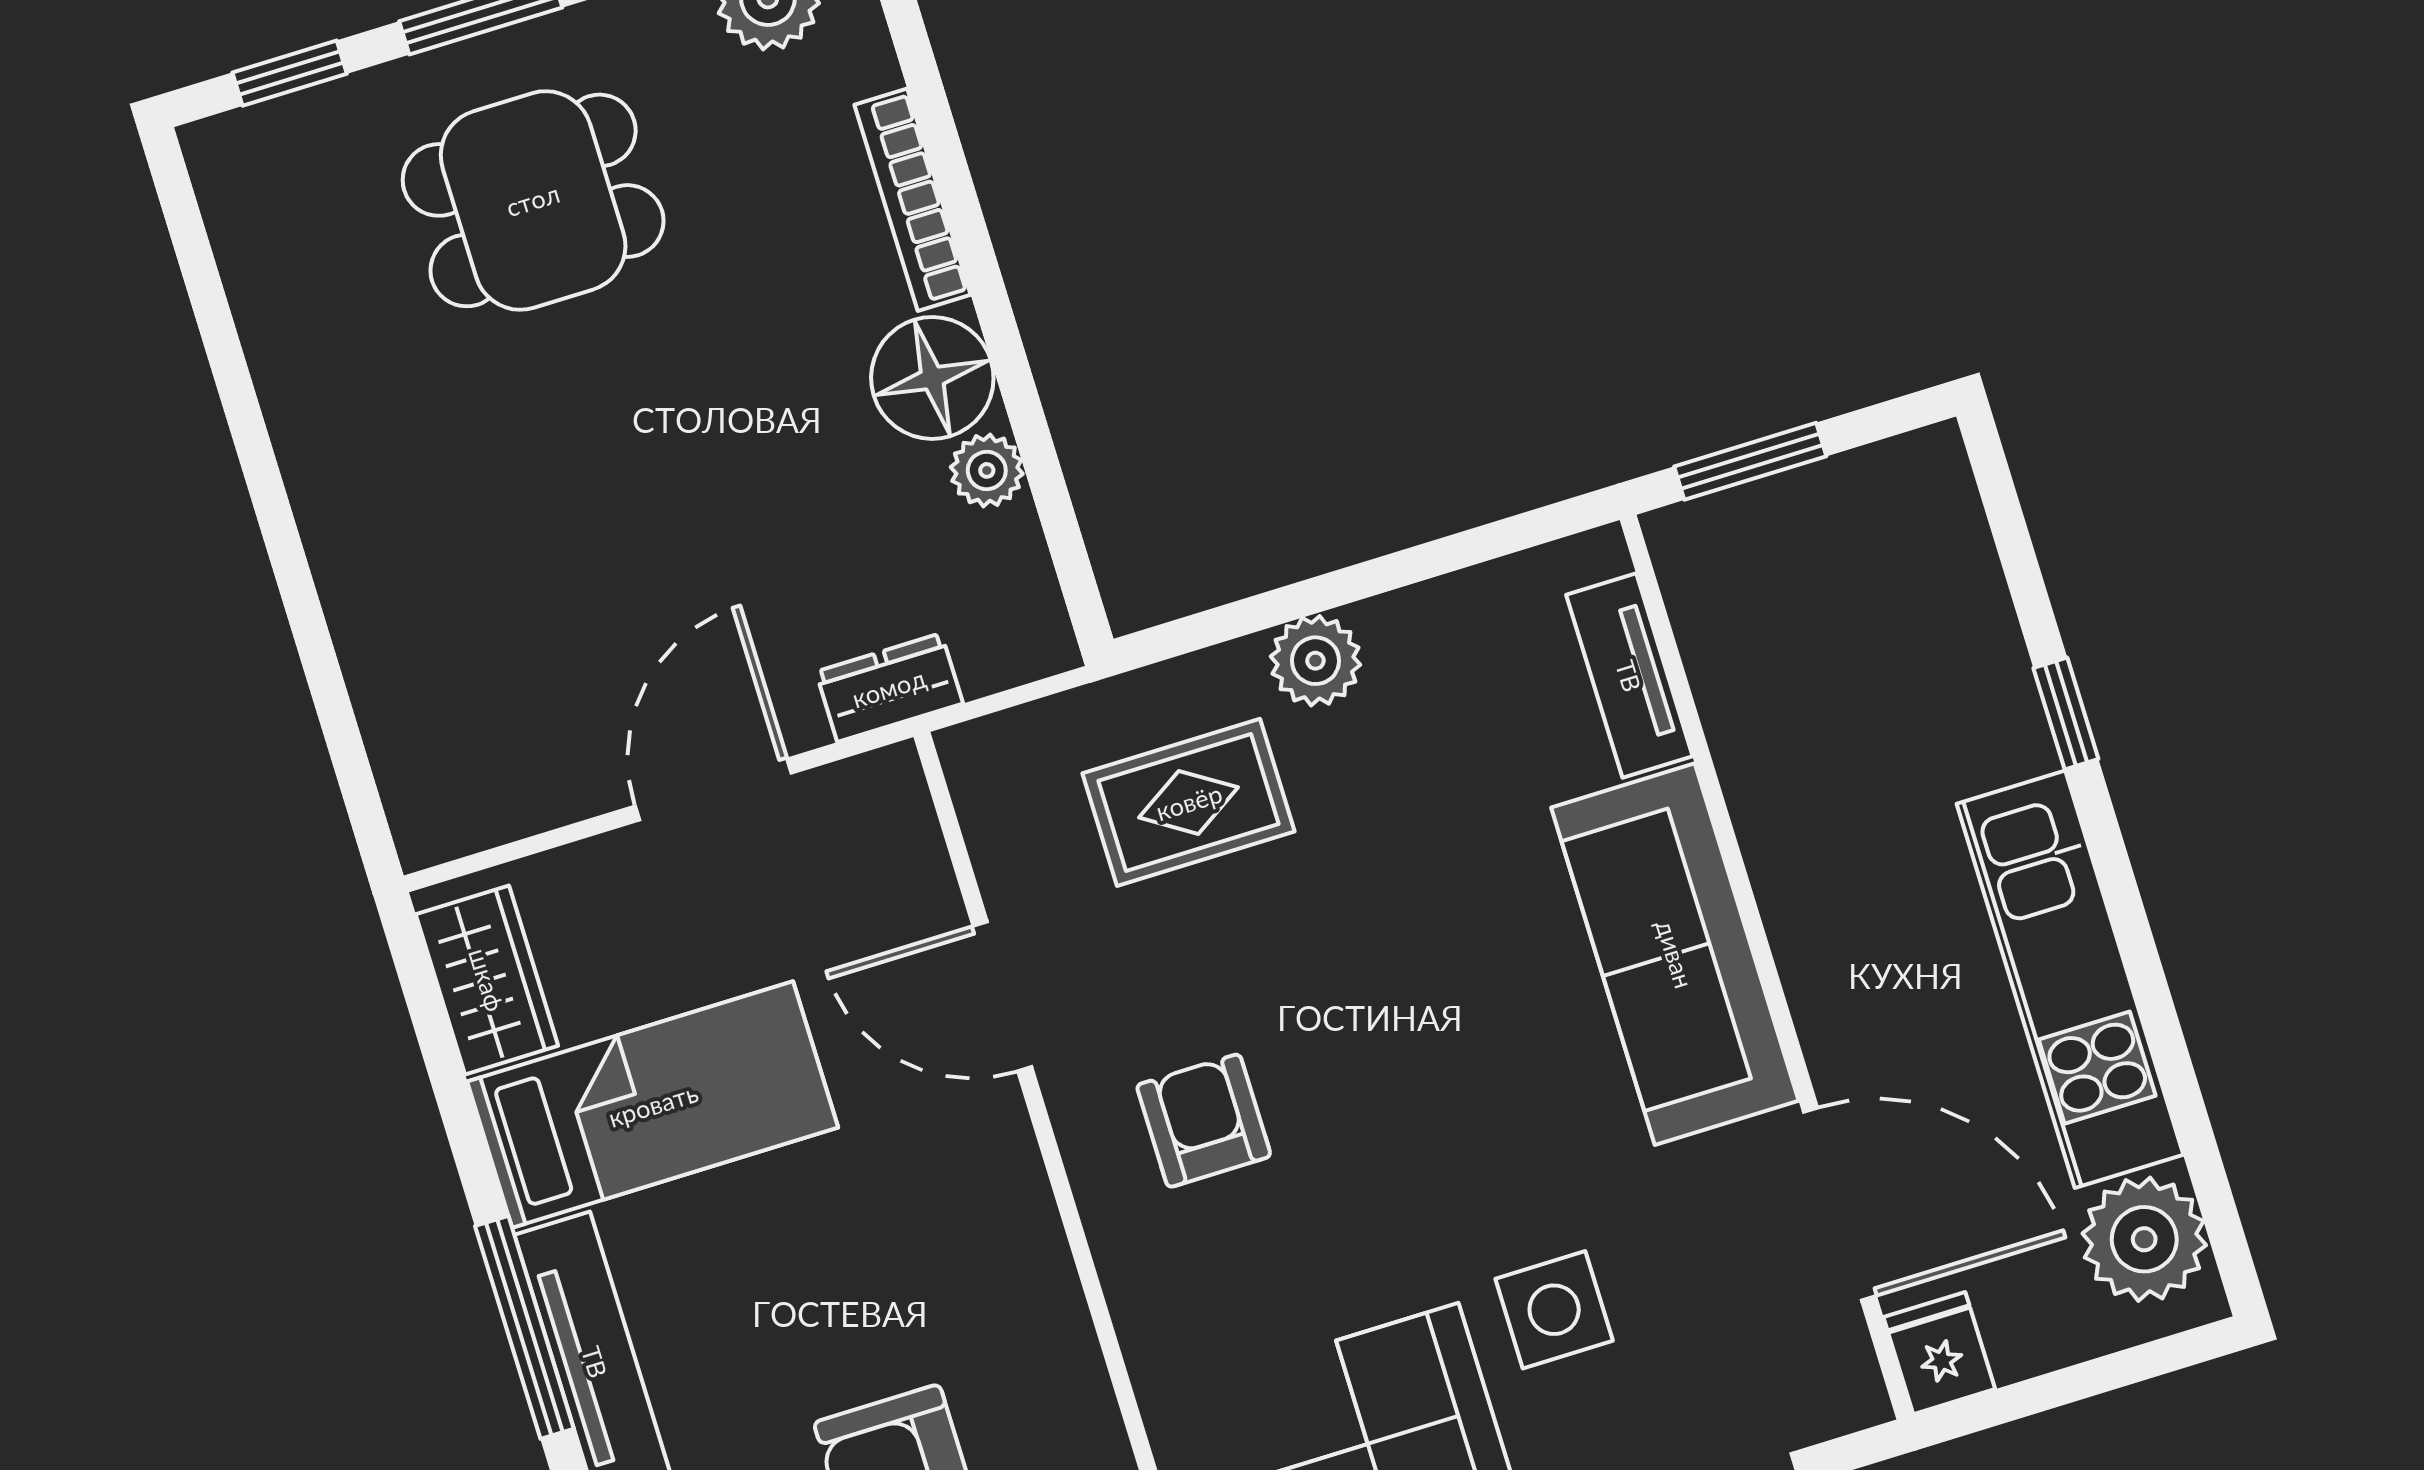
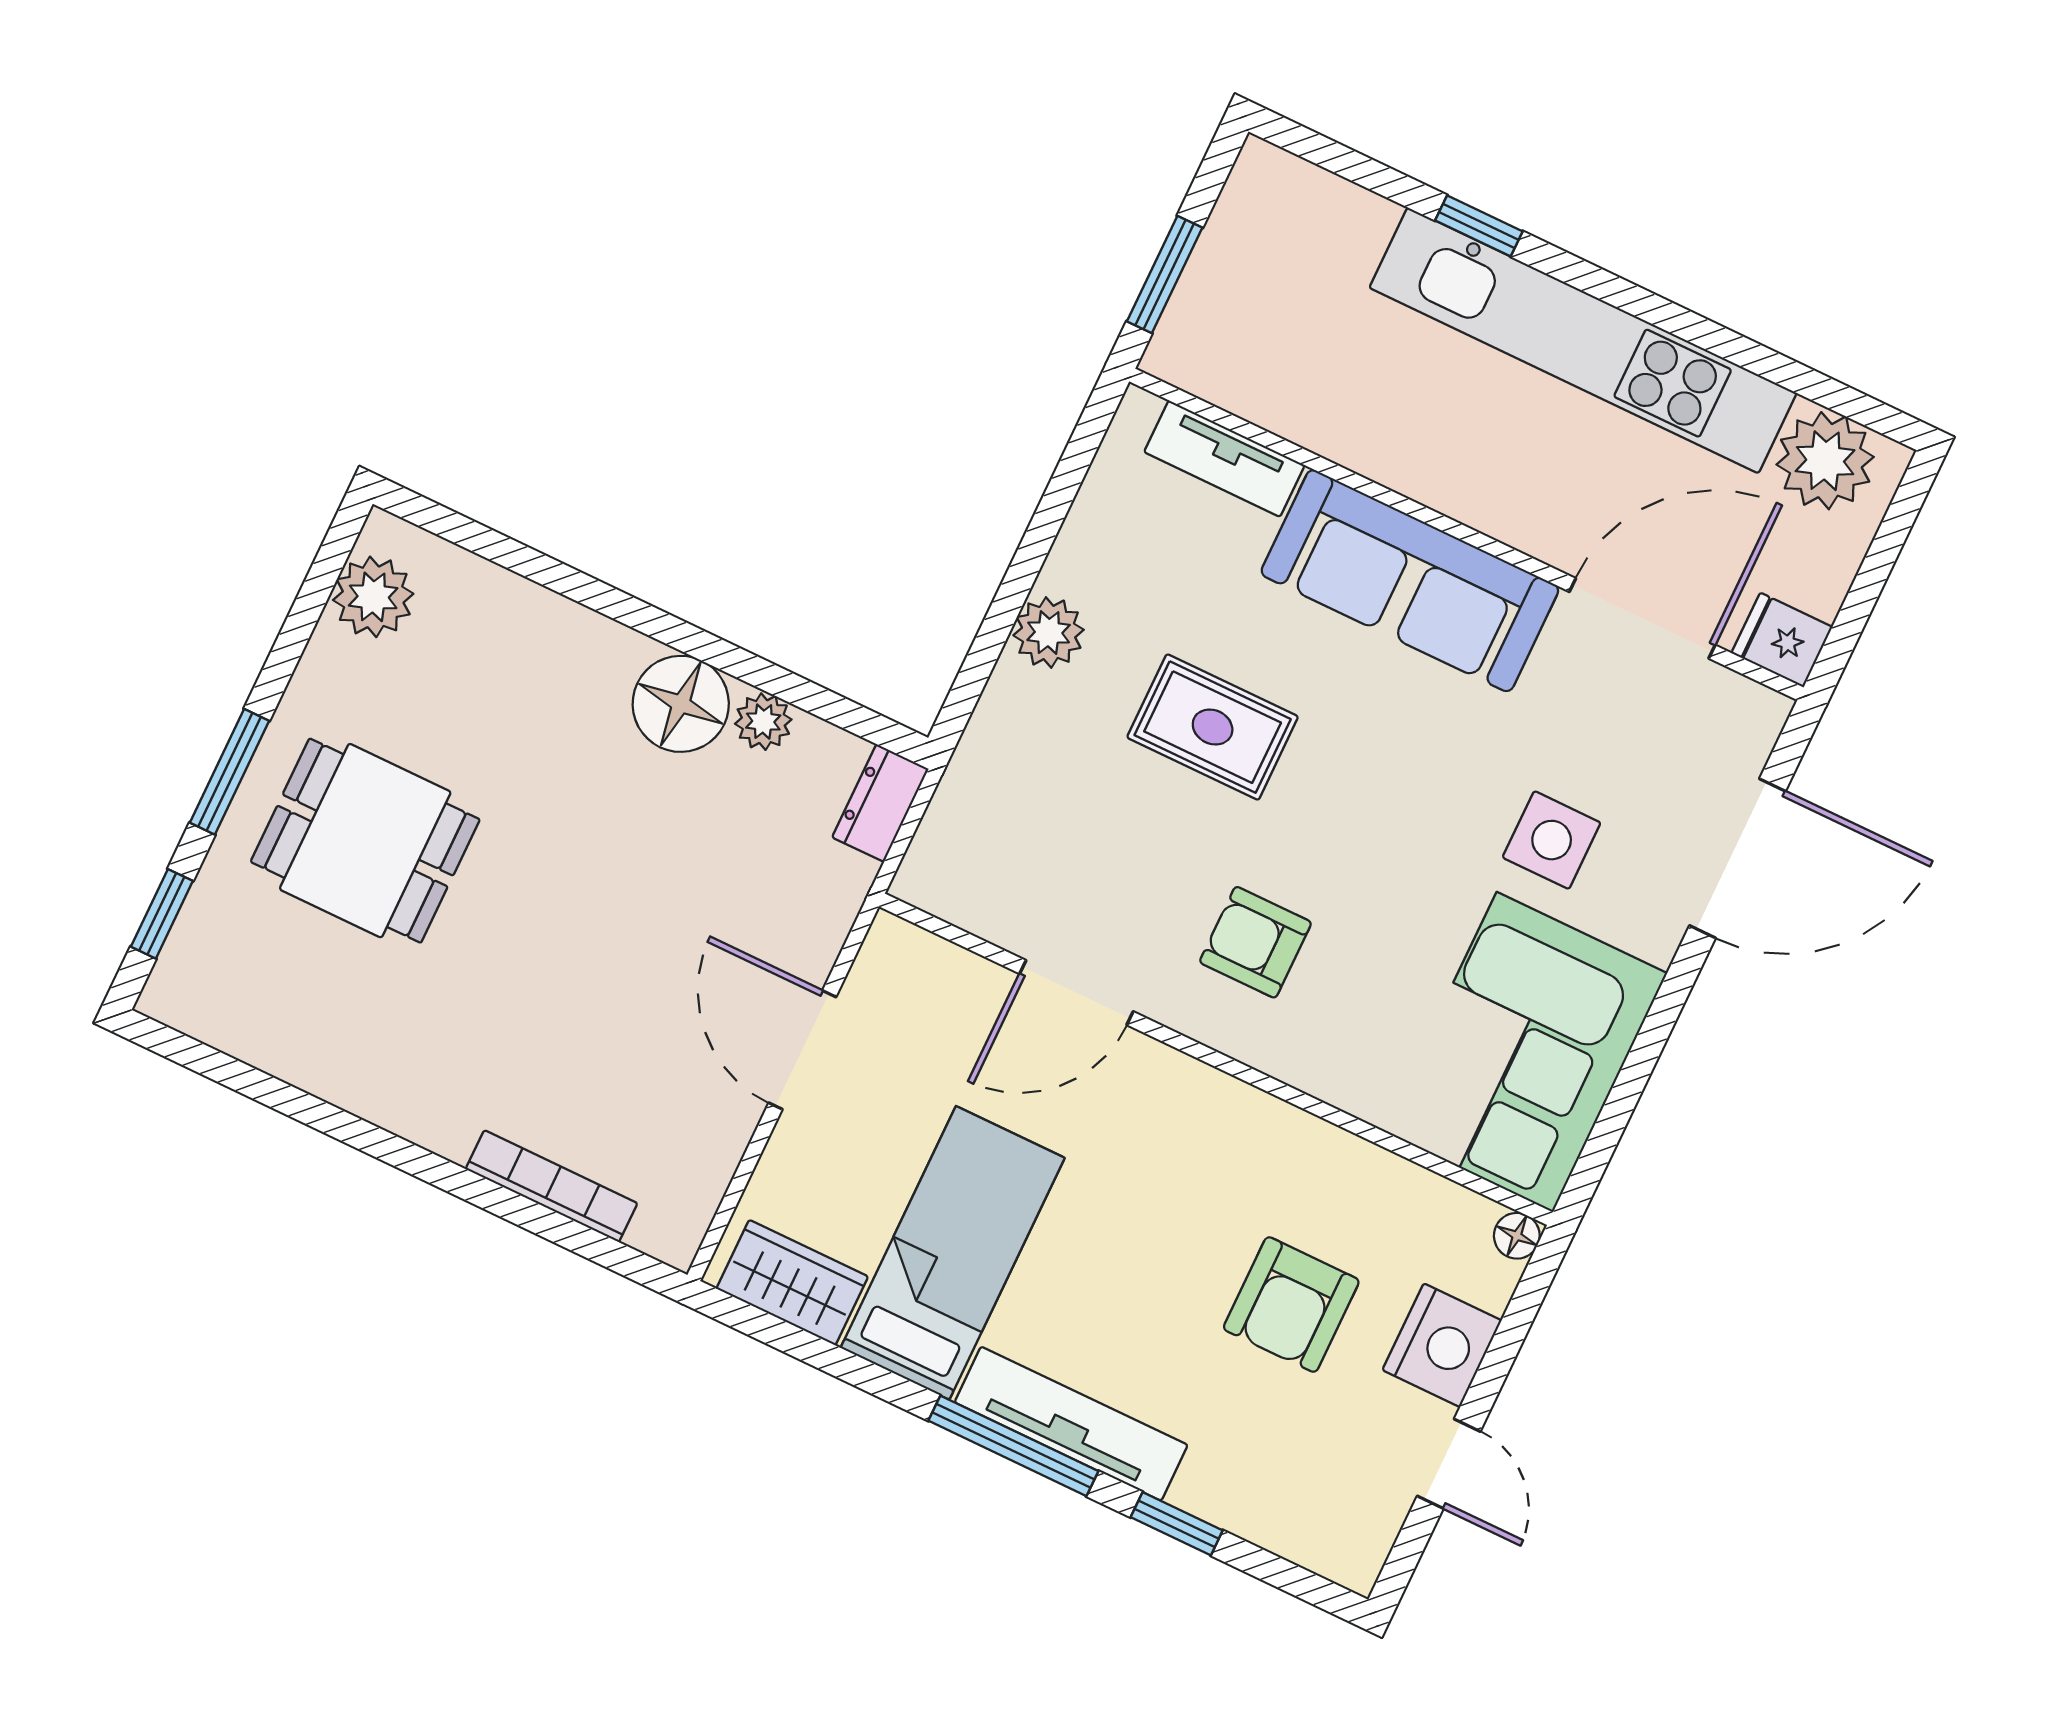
dining table: (533, 200) -> (365, 841), turned 90
bookcase: (912, 200) -> (552, 1186), moved, turned 180
dresser: (889, 688) -> (880, 803), moved
rug: (1189, 802) -> (1213, 727), moved, turned 90
kitchen unit: (2070, 979) -> (1583, 340), width x1.36

